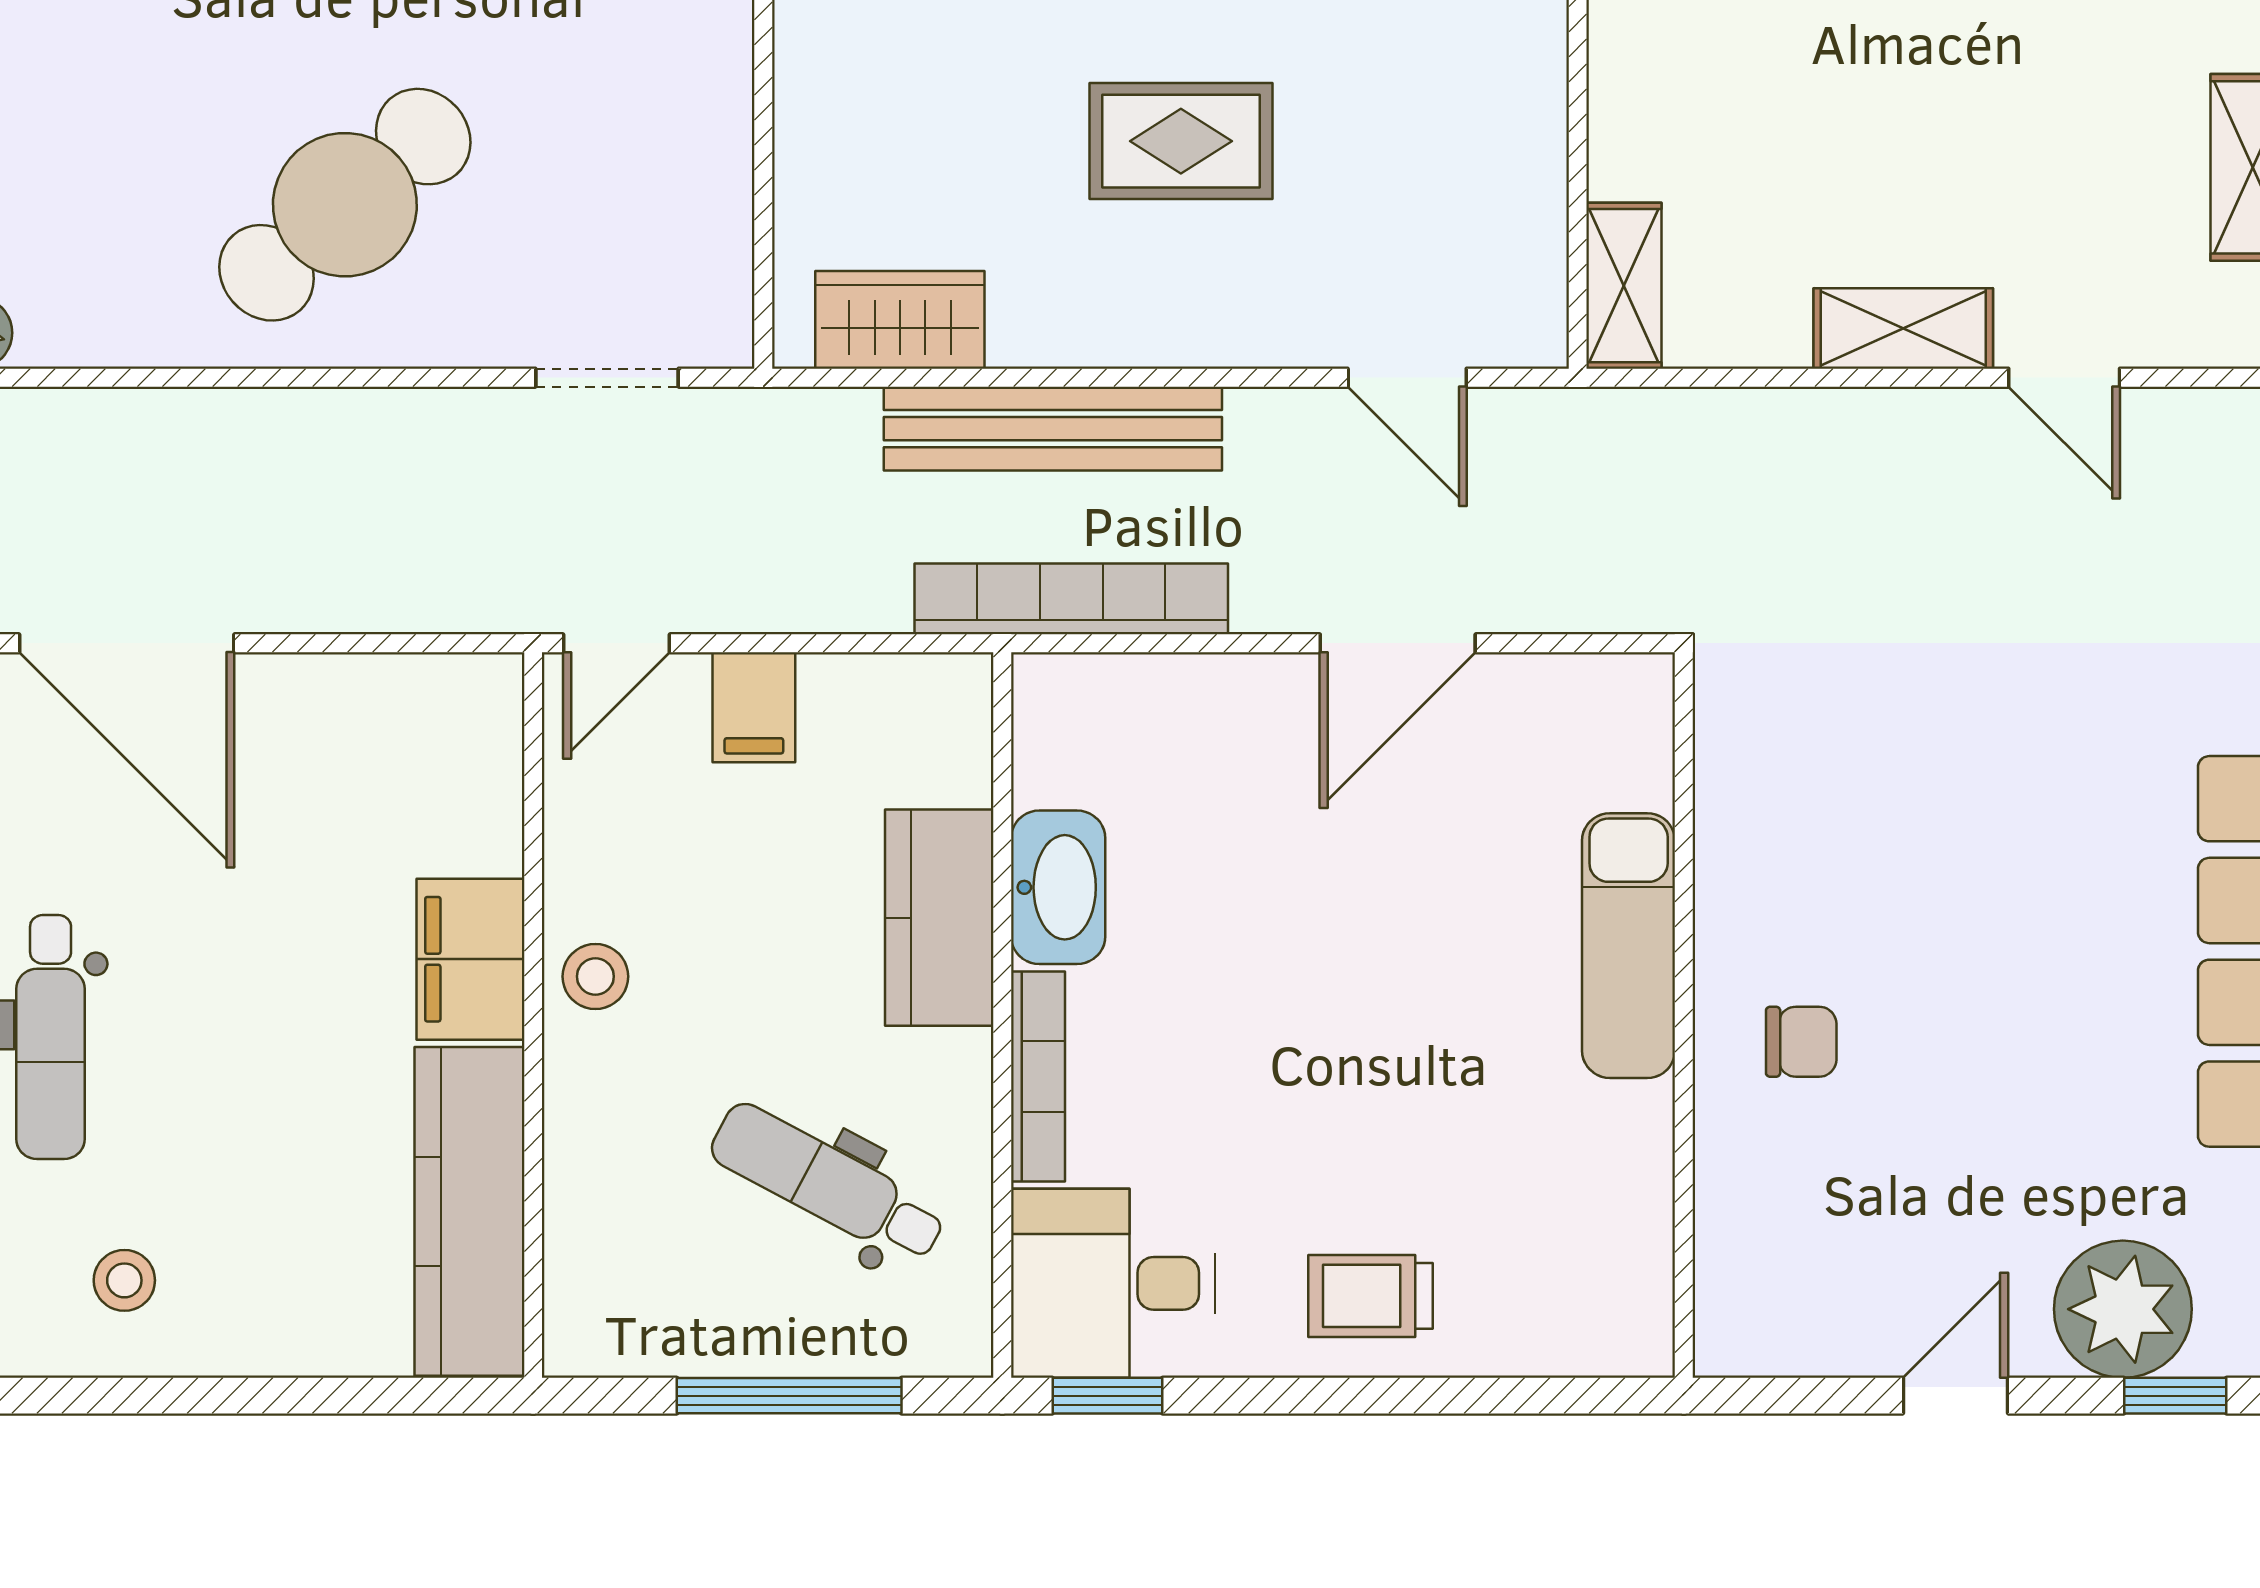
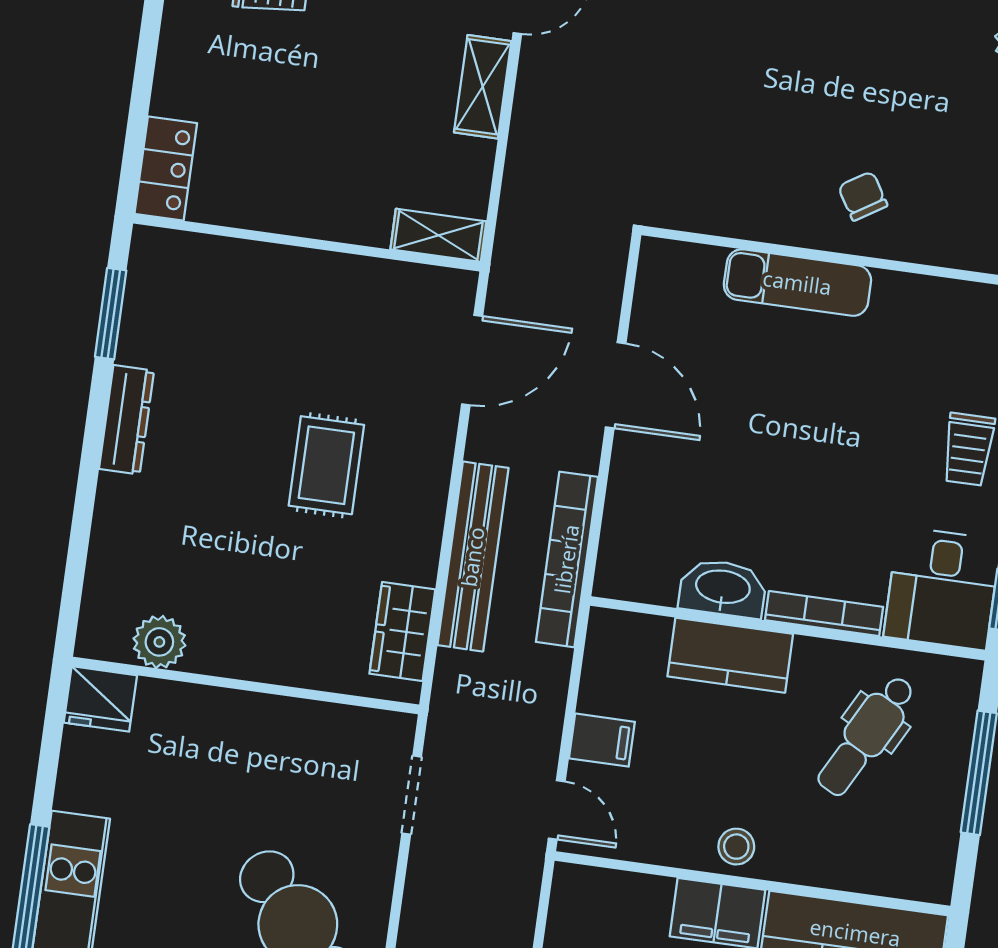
door: (1407, 378) -> (472, 360), width x1.38
chair: (1801, 1042) -> (863, 196), turned -32

